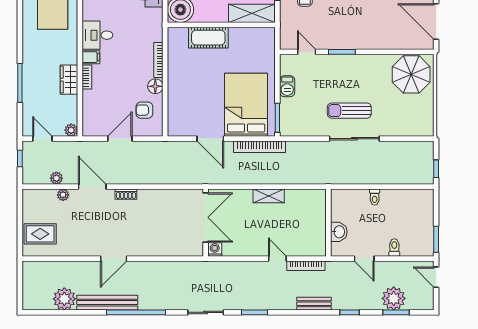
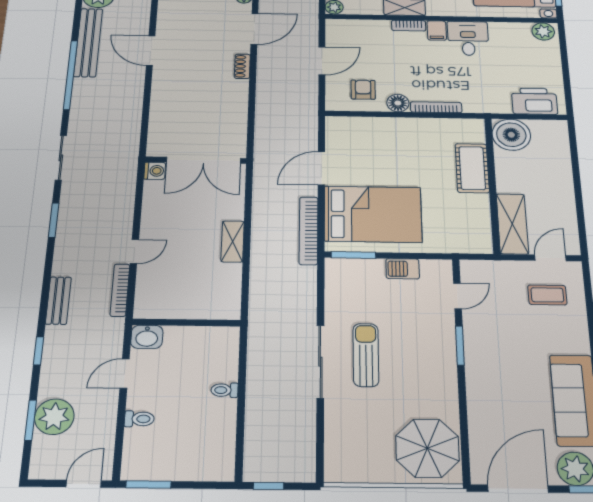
door: (120, 139) -> (322, 61), hinge flipped
washbasin: (339, 232) -> (147, 337), moved

